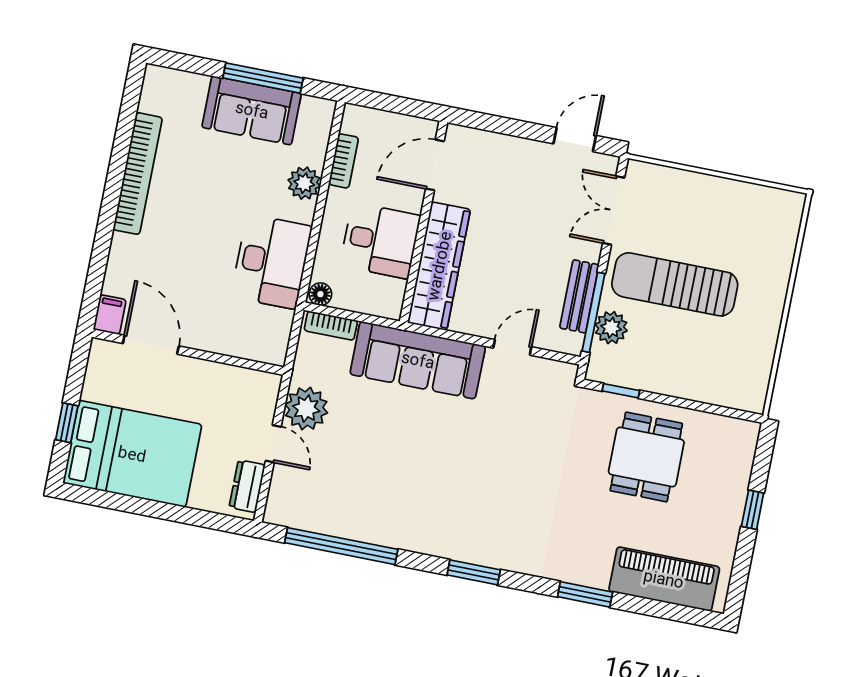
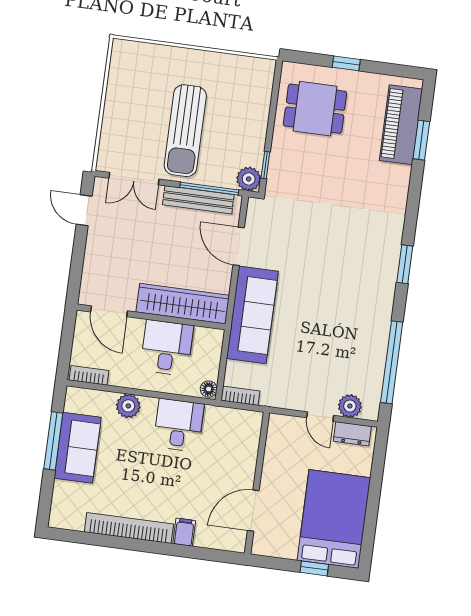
bookcase: (344, 161) -> (89, 375), moved
desk: (271, 262) -> (179, 425), width x0.73
bench: (579, 296) -> (198, 200), width x1.36
filing cabinet: (110, 315) -> (184, 532), moved, turned 90
bookcase: (331, 326) -> (240, 396), moved, turned -90
plant: (611, 328) -> (249, 179), moved
door: (512, 347) -> (239, 246), width x1.37
plant: (306, 409) -> (350, 406), moved, width x0.73, depth x0.73
door: (273, 444) -> (320, 417), swing flipped
dining table: (646, 457) -> (315, 109), moved
window: (585, 594) -> (421, 140), moved

